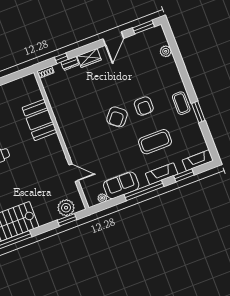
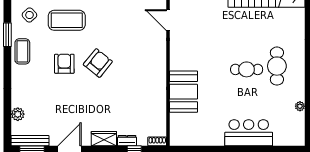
bench: (148, 34) -> (30, 141), added
side table: (187, 135) -> (29, 15), added

